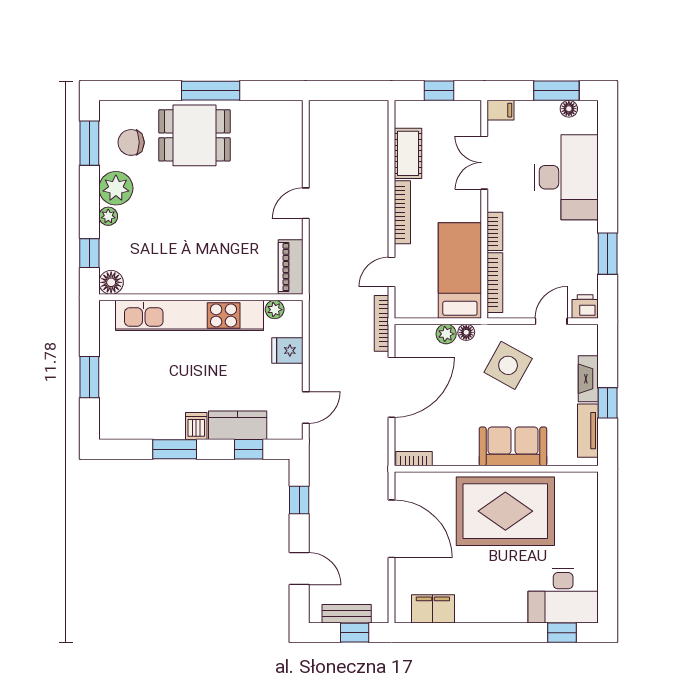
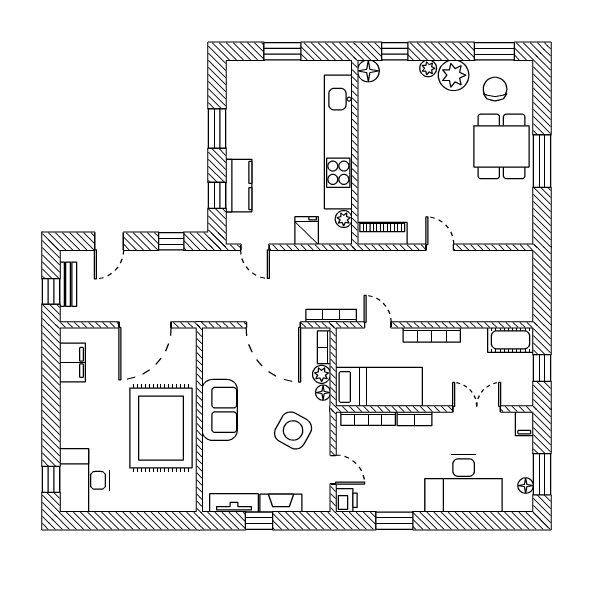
cot: (408, 153) -> (510, 340), moved
dishwasher: (196, 426) -> (238, 148), removed
sofa: (513, 446) -> (220, 410), moved
bookcase: (414, 459) -> (324, 347), moved, turned 180

